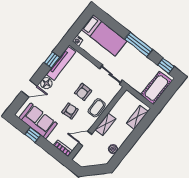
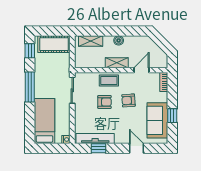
floor lamp: (46, 83) -> (121, 138), removed
door: (85, 139) -> (141, 70), swing flipped
boiler: (113, 149) -> (119, 40), moved

